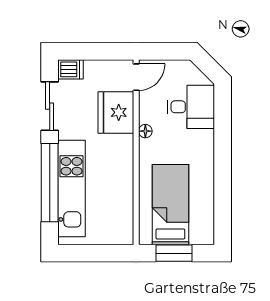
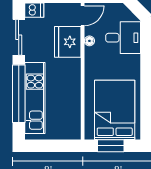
floor lamp: (145, 131) -> (89, 41), moved
bed: (170, 205) -> (115, 110), width x1.50

